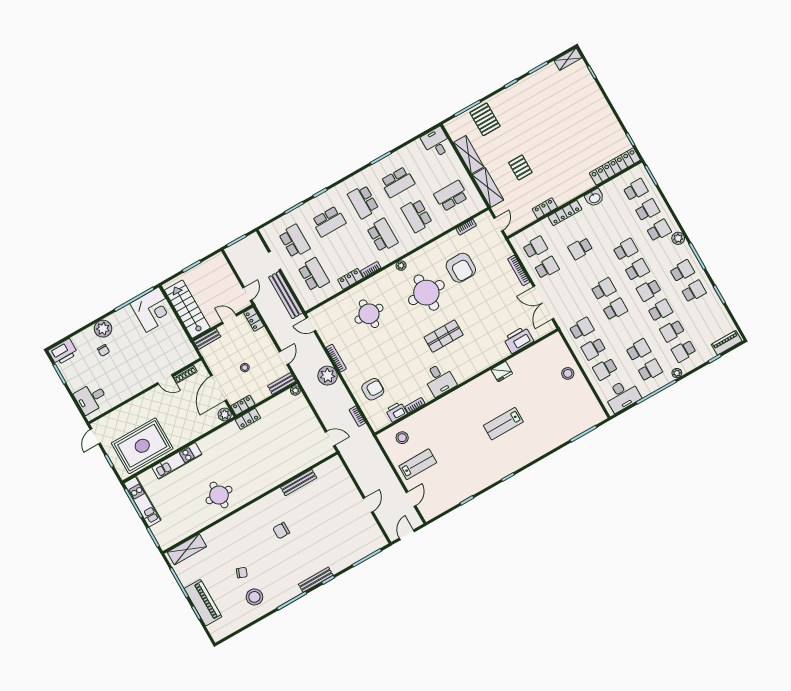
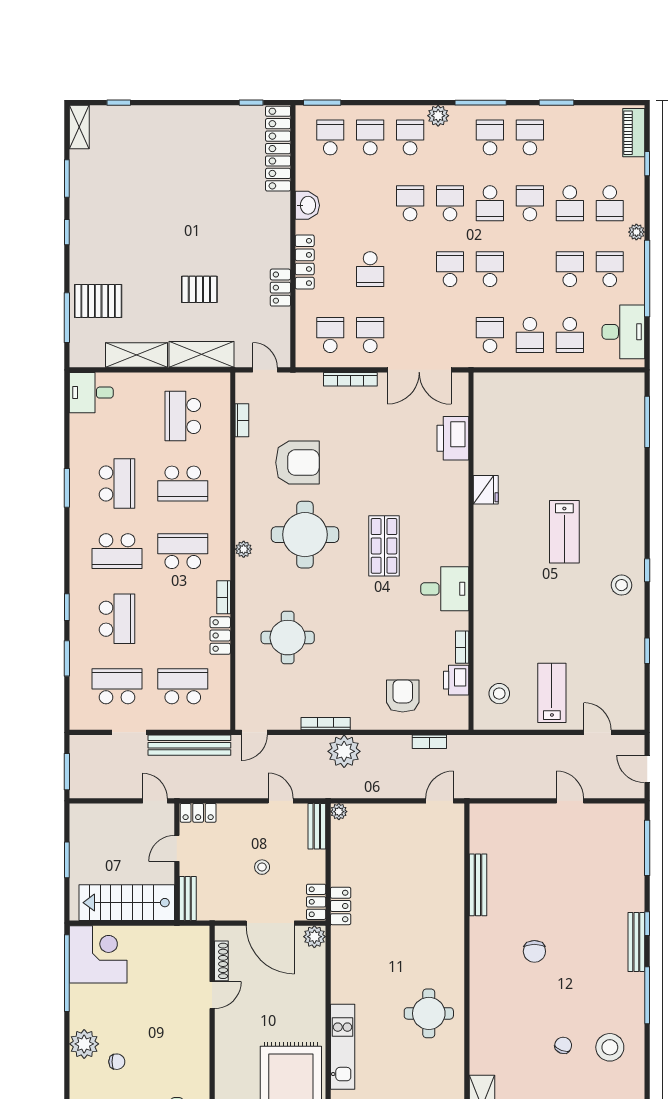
stool: (568, 373) -> (622, 585), moved

